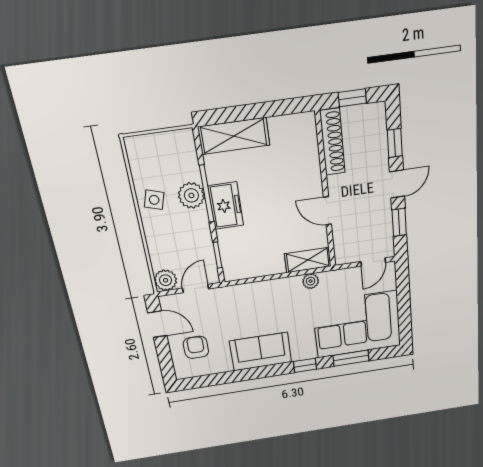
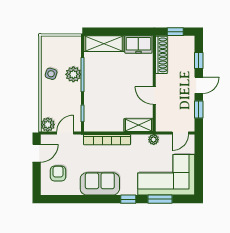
freezer: (226, 206) -> (138, 44), moved, turned 90
plant: (311, 281) -> (154, 140), moved
bookcase: (262, 288) -> (107, 140), added
door: (157, 324) -> (37, 153), hinge flipped

